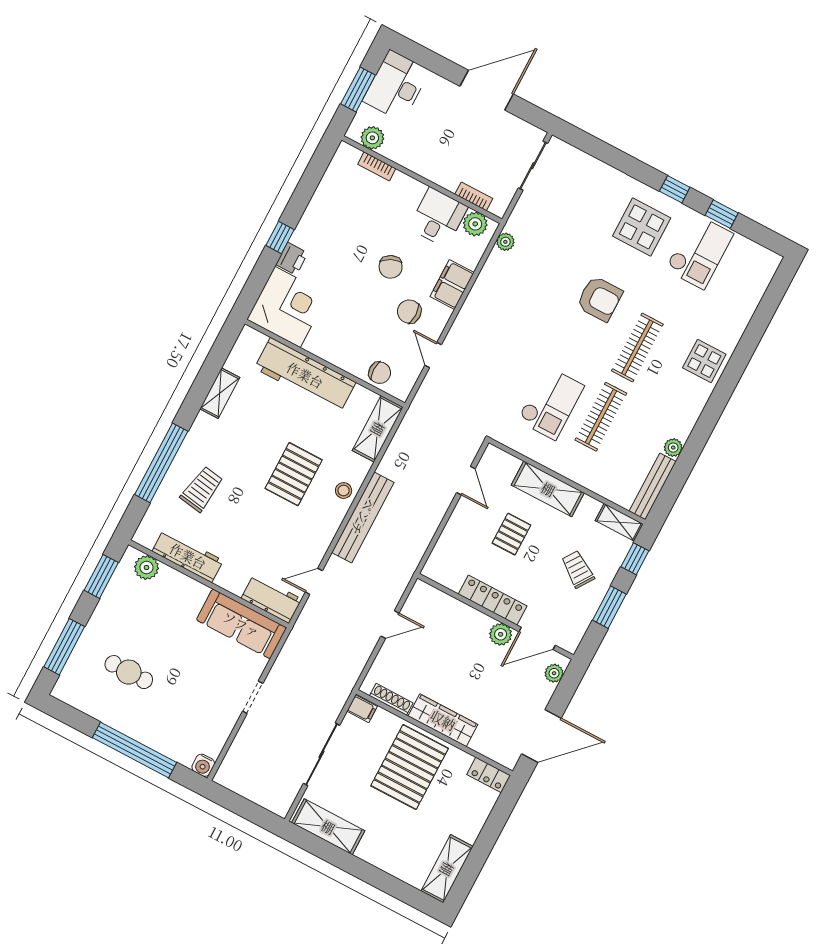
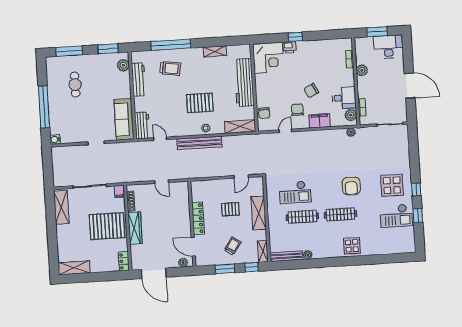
plant: (372, 138) -> (362, 70), moved
plant: (501, 634) -> (186, 230), removed

